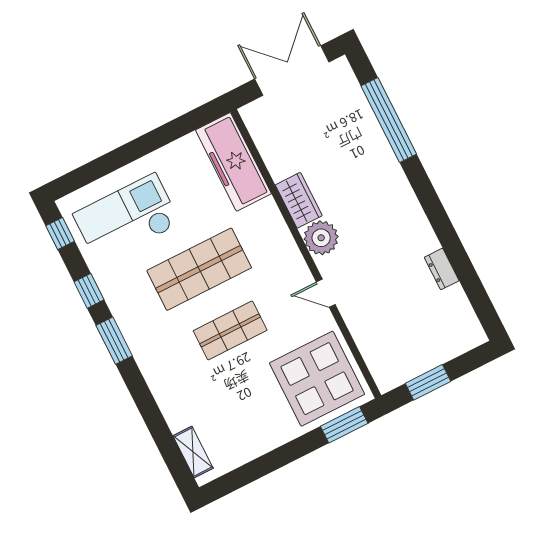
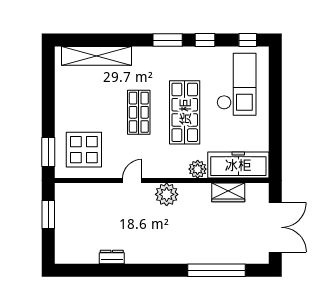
wardrobe: (299, 200) -> (228, 192), moved
plant: (267, 214) -> (198, 169), added
display table: (317, 379) -> (84, 150), width x0.73, depth x0.73
shelving: (193, 452) -> (97, 56), width x2.20, depth x1.33

